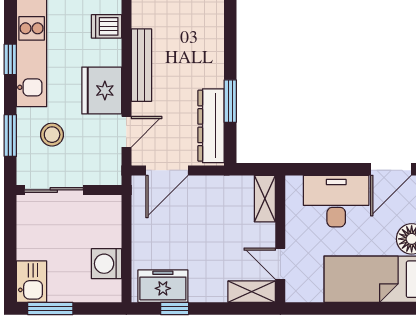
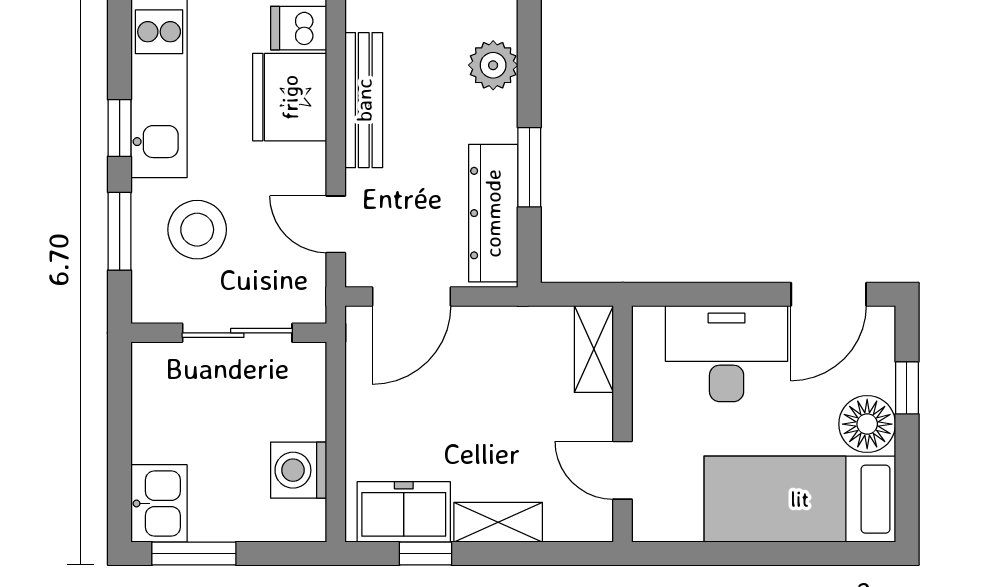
plant: (211, 46) -> (493, 65), added
window: (10, 59) -> (120, 128), moved
fridge: (102, 91) -> (290, 97), moved
door: (126, 132) -> (336, 224), swing flipped
stool: (52, 135) -> (197, 230), width x1.38, depth x1.38
sliding door: (54, 190) -> (237, 333), moved
shelving: (252, 292) -> (498, 522), moved

